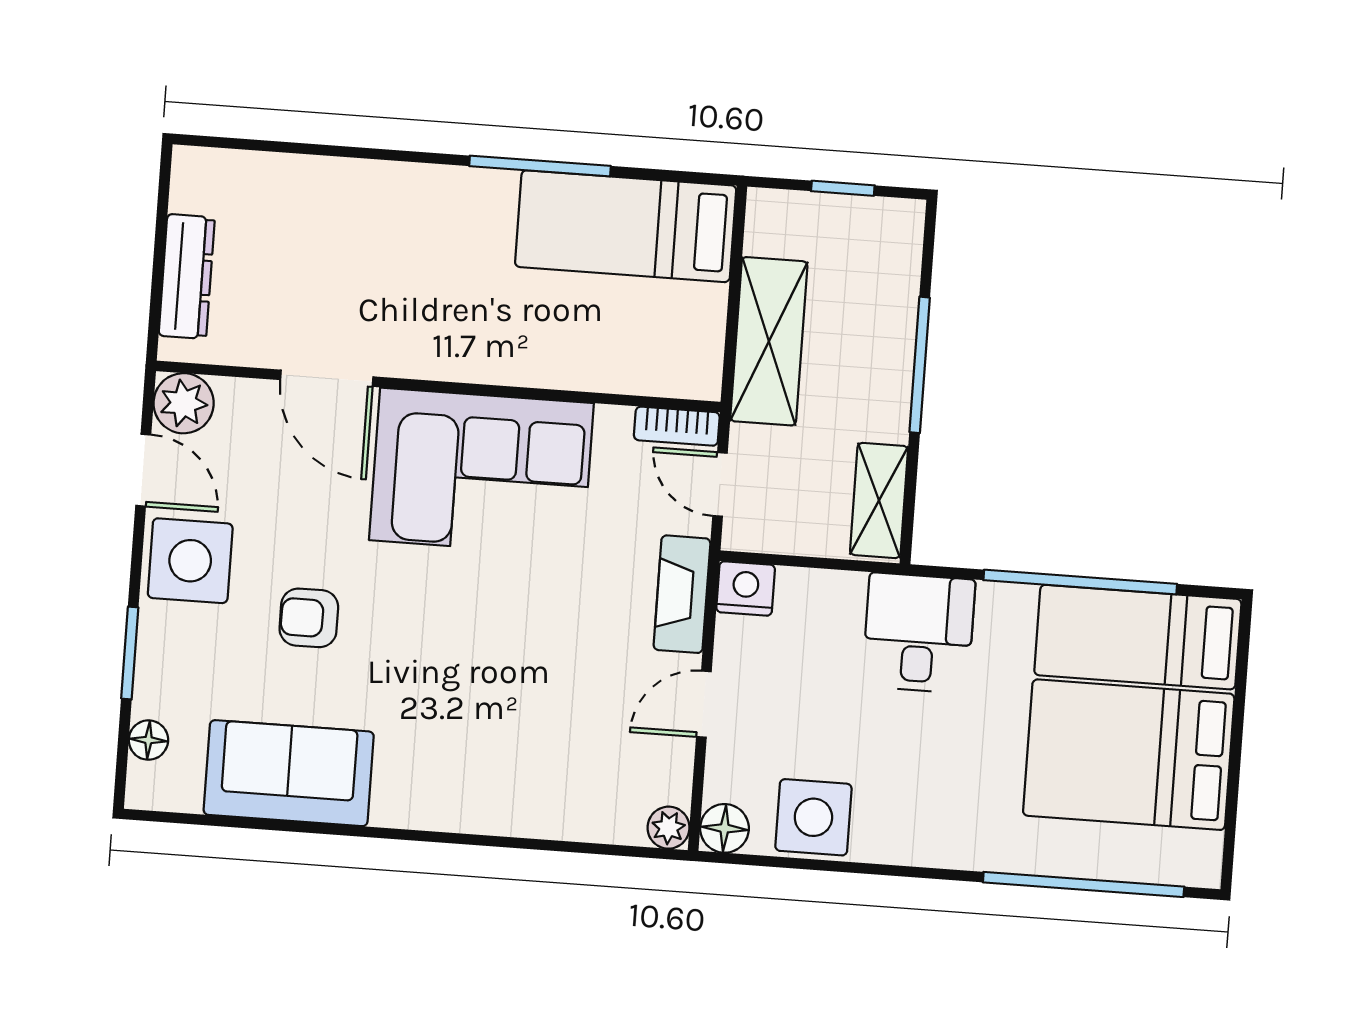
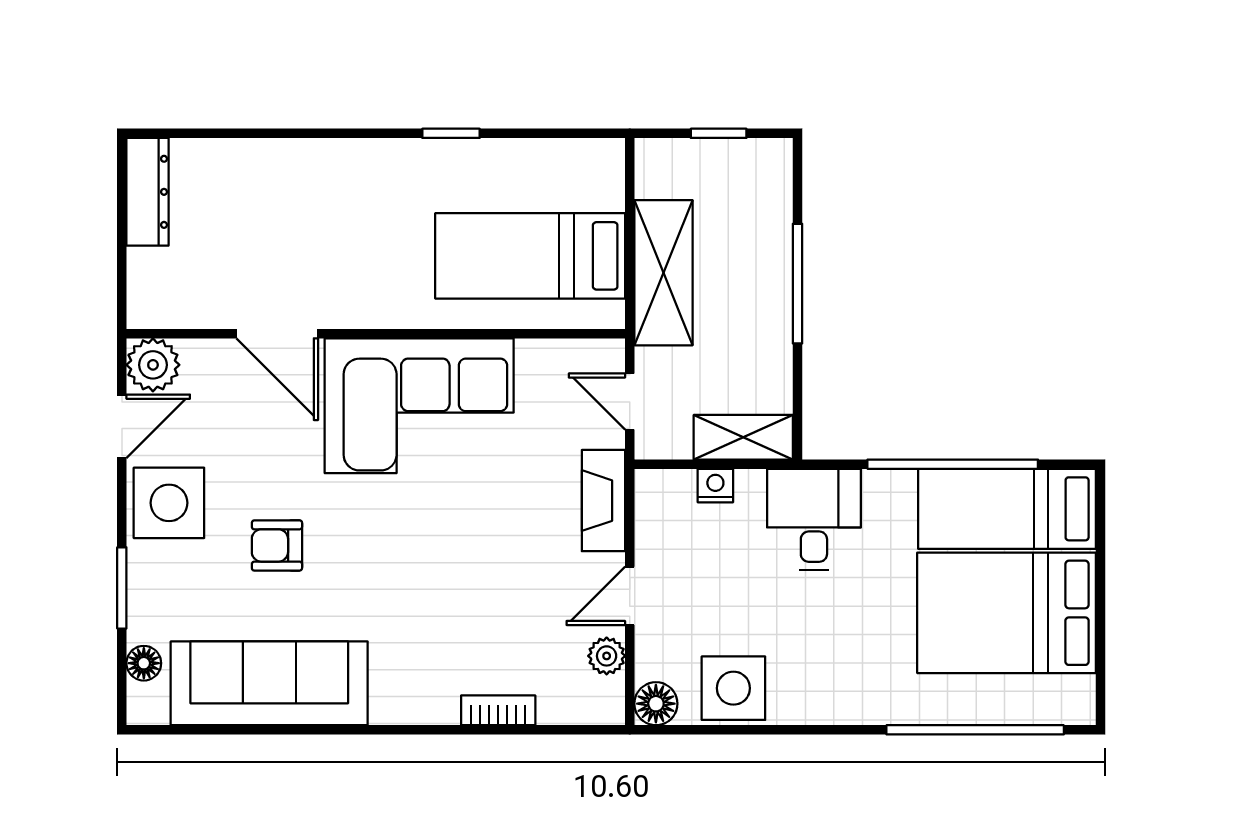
window: (540, 166) -> (451, 133), width x0.46
bed: (626, 226) -> (530, 256), moved
dresser: (187, 277) -> (148, 192), moved
bookcase: (677, 426) -> (498, 710), moved, turned 180
door: (143, 470) -> (122, 426), hinge flipped
shelving: (879, 500) -> (743, 437), moved, turned 90
nightstand: (746, 589) -> (715, 486), moved, width x0.72, depth x0.74
sofa: (289, 773) -> (269, 683), width x1.36
plant: (668, 828) -> (607, 656), moved

